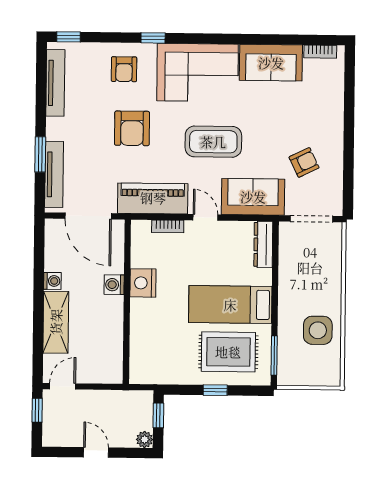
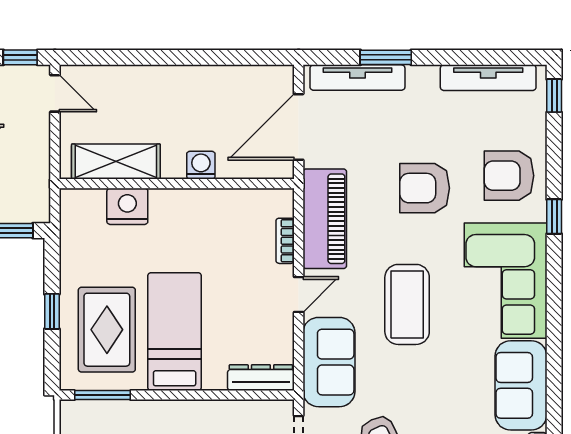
armchair: (124, 69) -> (509, 176), width x1.38, depth x1.38
washing machine: (52, 281) -> (205, 77), removed
nightstand: (143, 283) -> (127, 206), moved
shelving: (56, 322) -> (116, 162), moved

